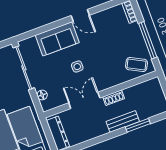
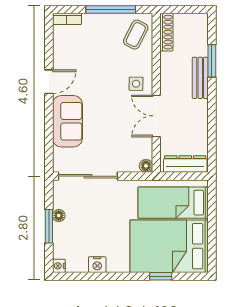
side table: (77, 67) -> (136, 84), moved
floor lamp: (42, 95) -> (146, 166), moved
shoe rack: (114, 98) -> (166, 32), moved, width x1.43

